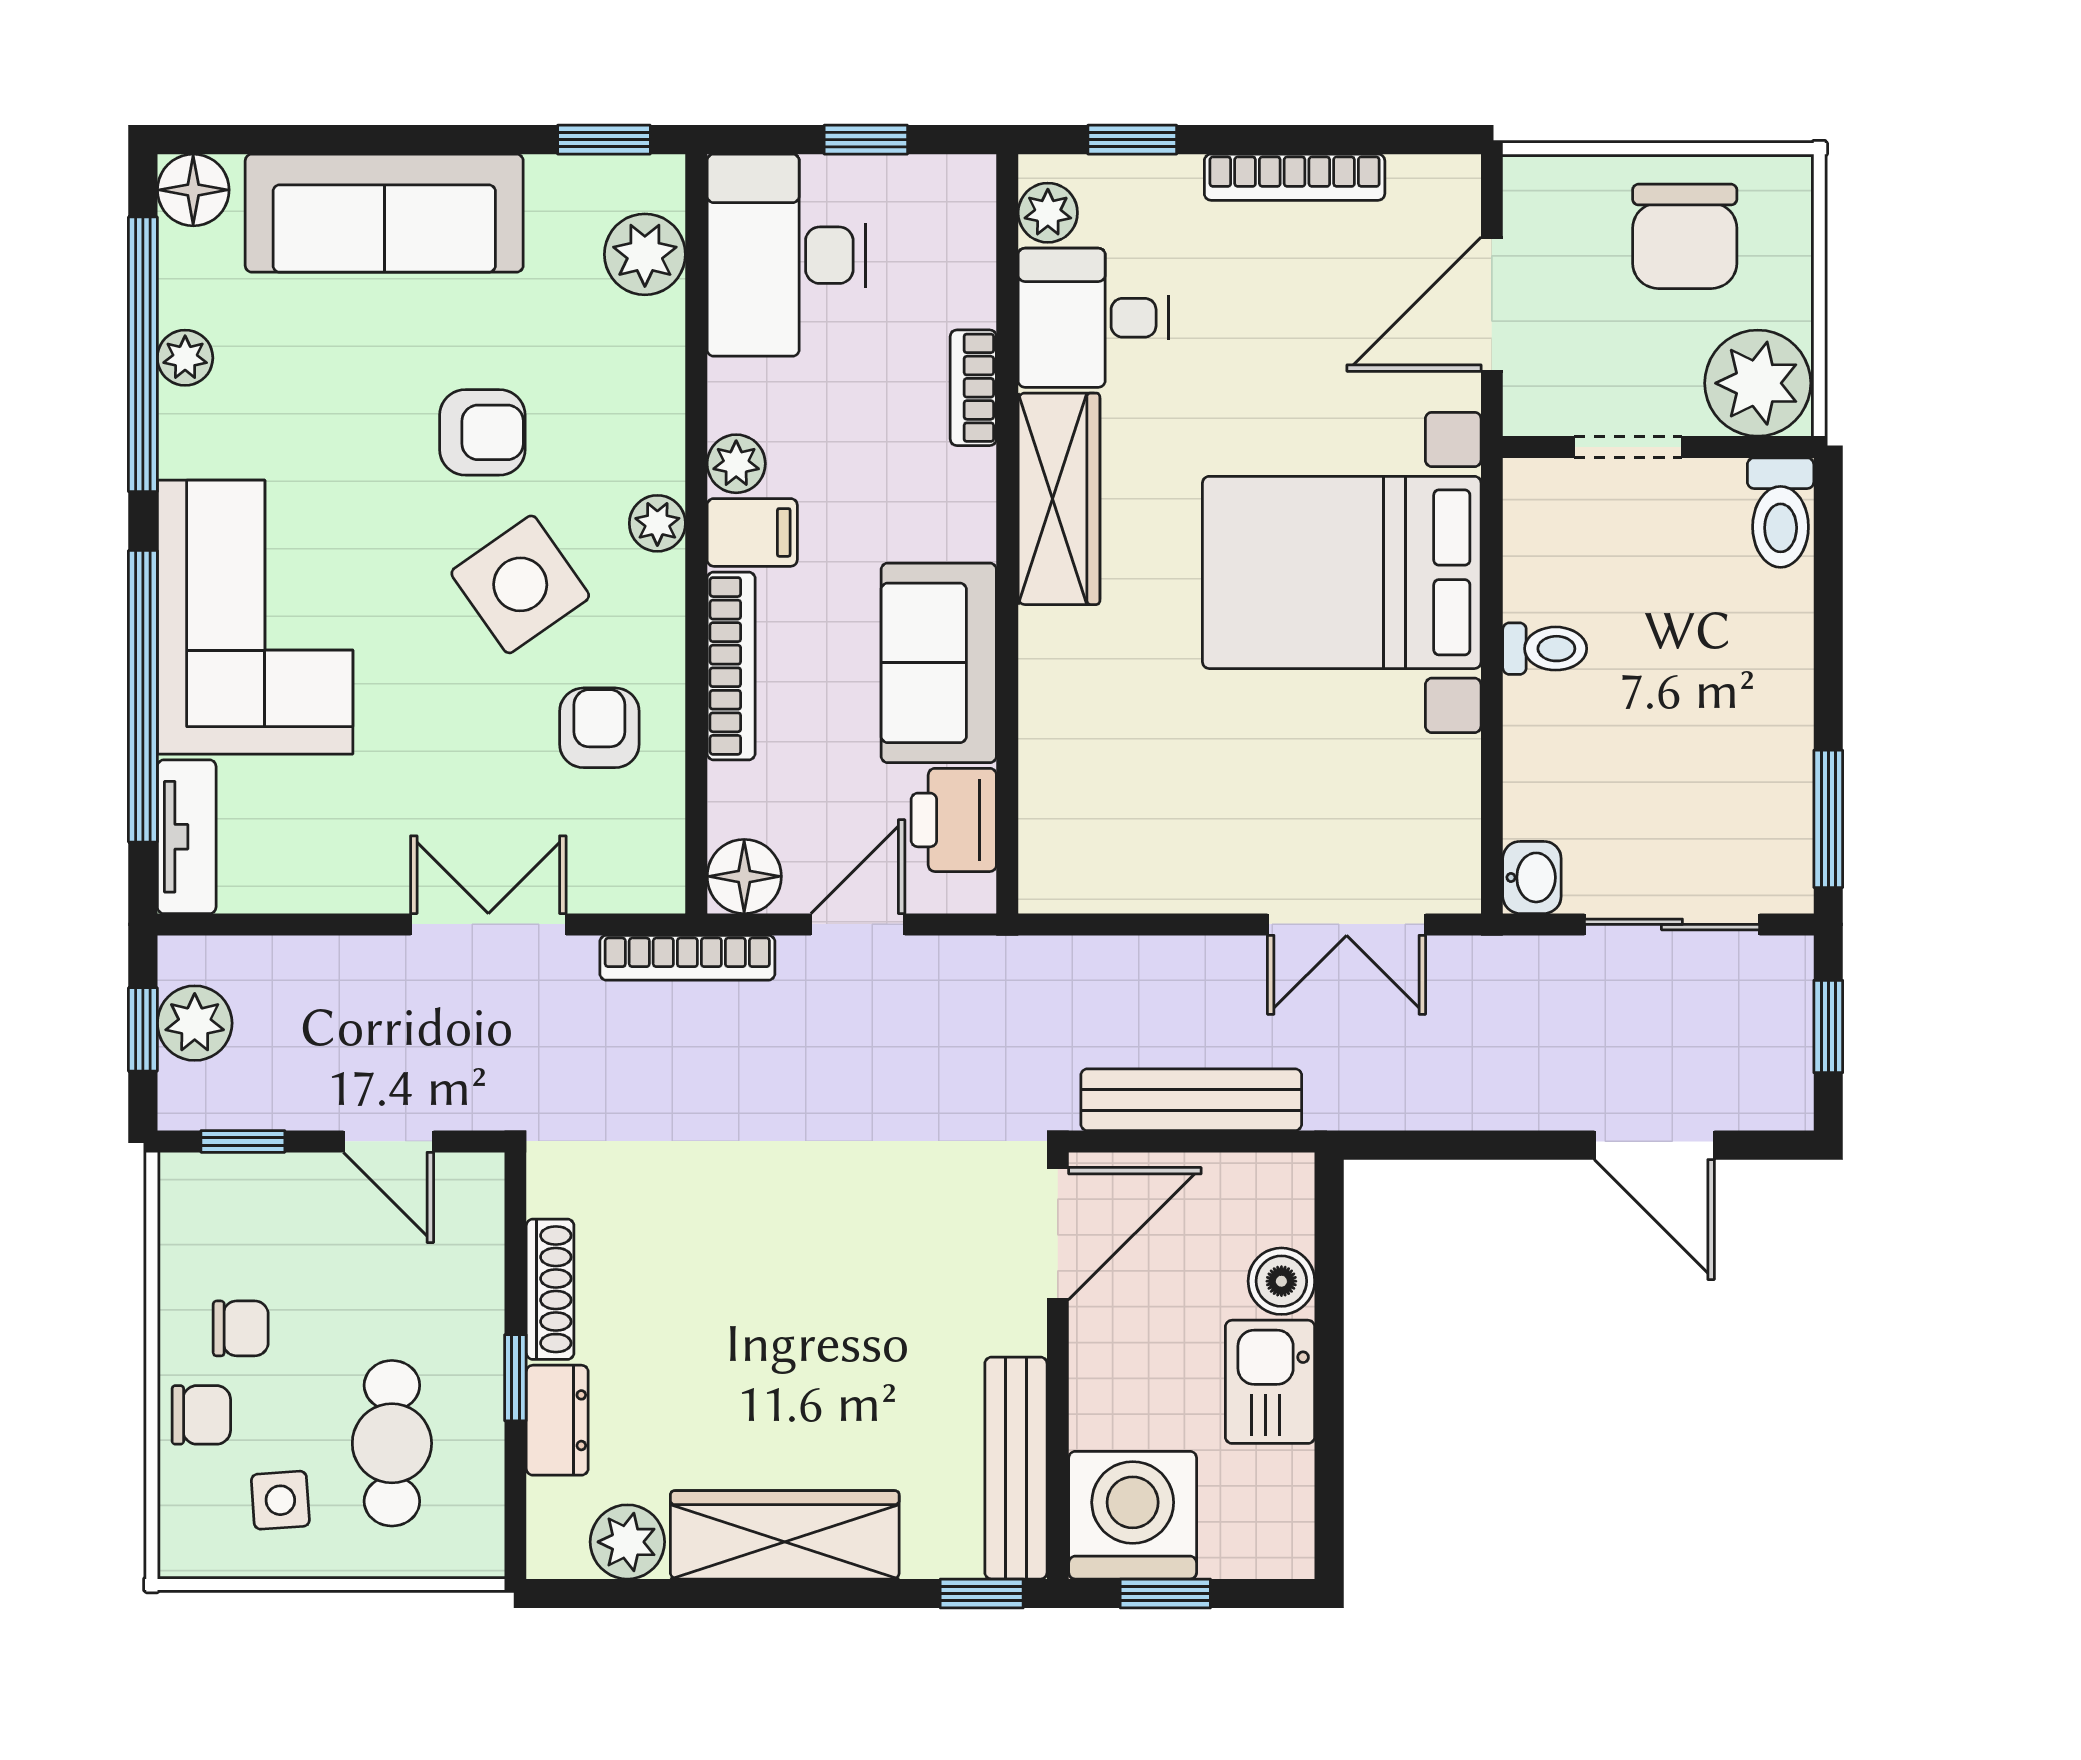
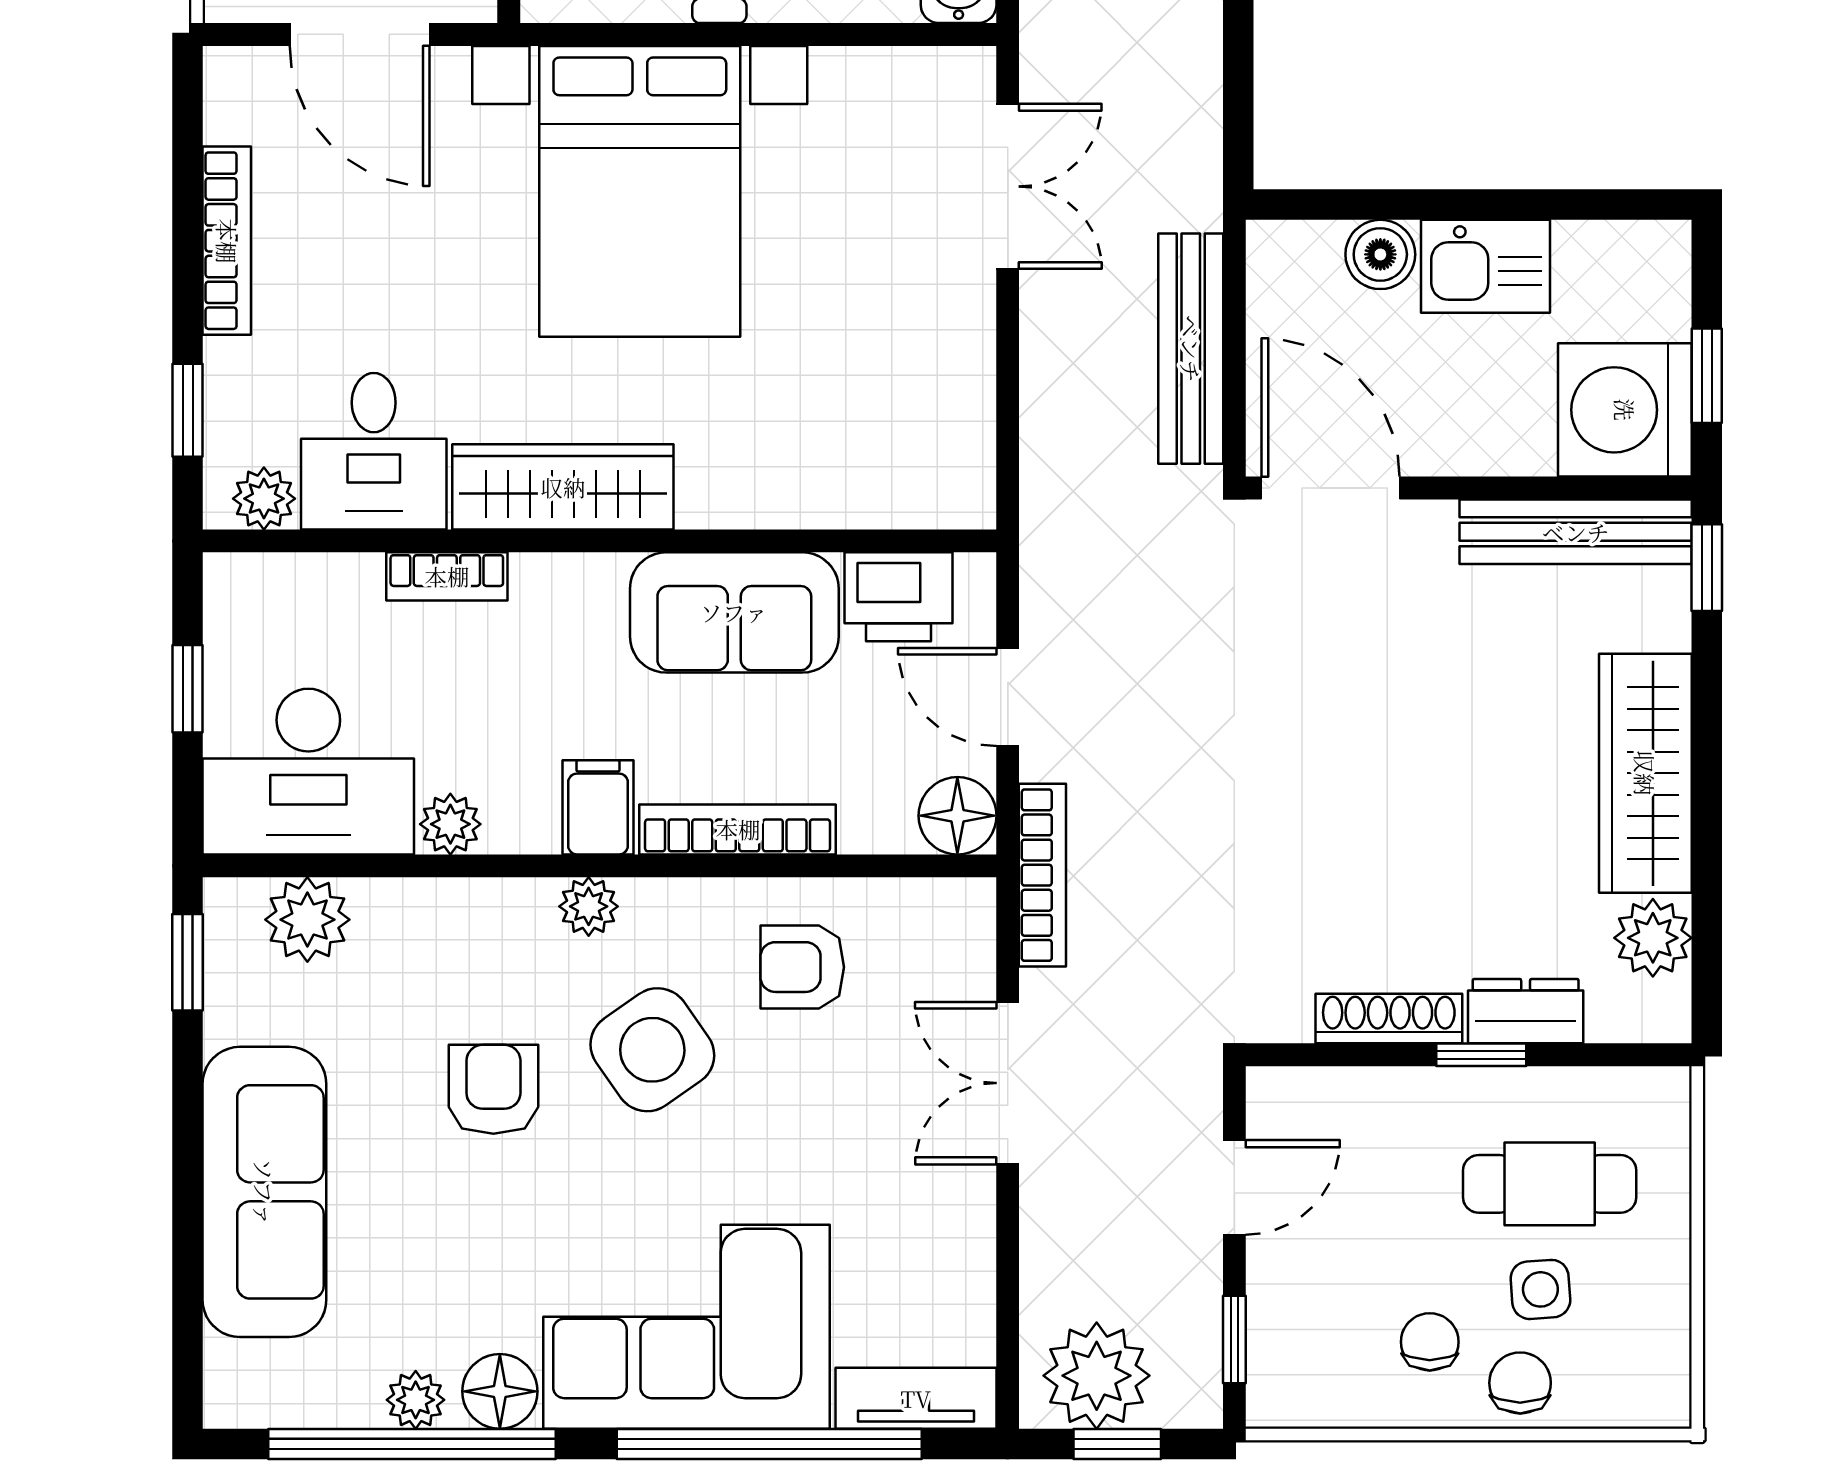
floor lamp: (193, 190) -> (500, 1391), moved
plant: (736, 464) -> (450, 824), moved
plant: (195, 1023) -> (1097, 1376), width x1.36, depth x1.36
side table: (280, 1500) -> (1540, 1289), moved

